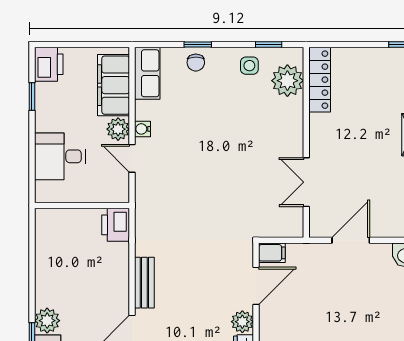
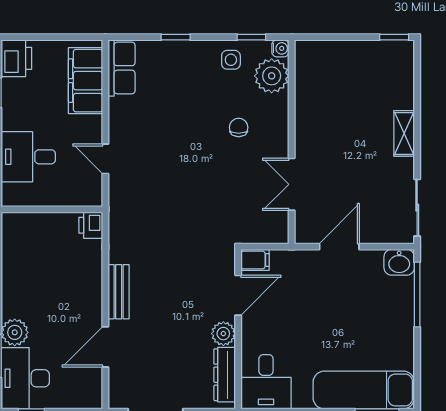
chair: (196, 63) -> (239, 127), moved, turned 180
locker: (320, 80) -> (306, 75), removed
plant: (118, 129) -> (90, 128), removed
water cooler: (143, 129) -> (280, 48), moved, turned 180
printer: (116, 225) -> (91, 225), width x0.73, depth x0.81

